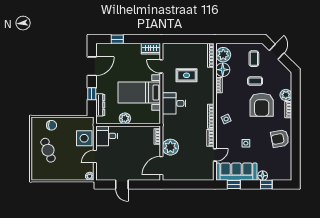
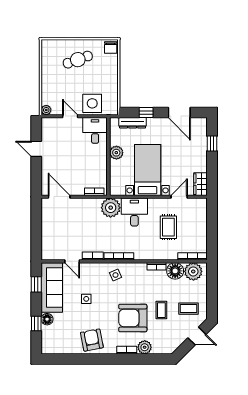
chair: (52, 125) -> (111, 47), moved
plant: (170, 147) -> (111, 208), moved
door: (122, 184) -> (36, 149), hinge flipped

